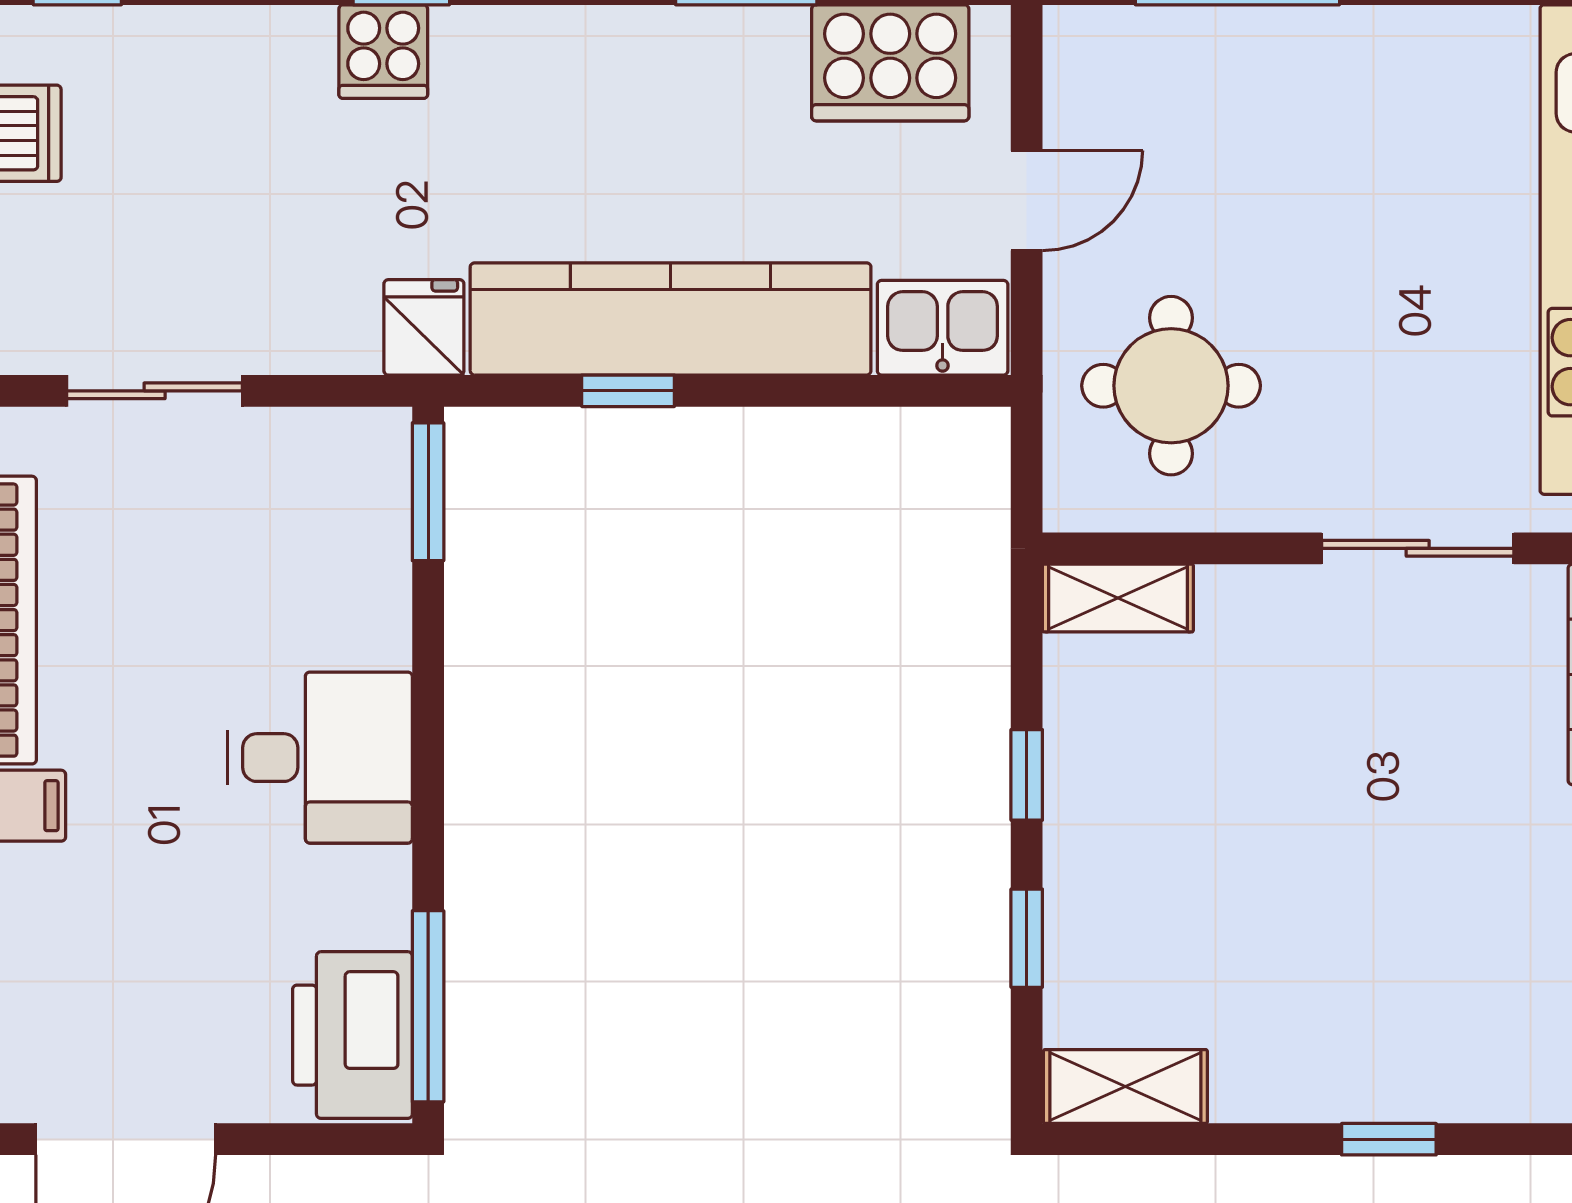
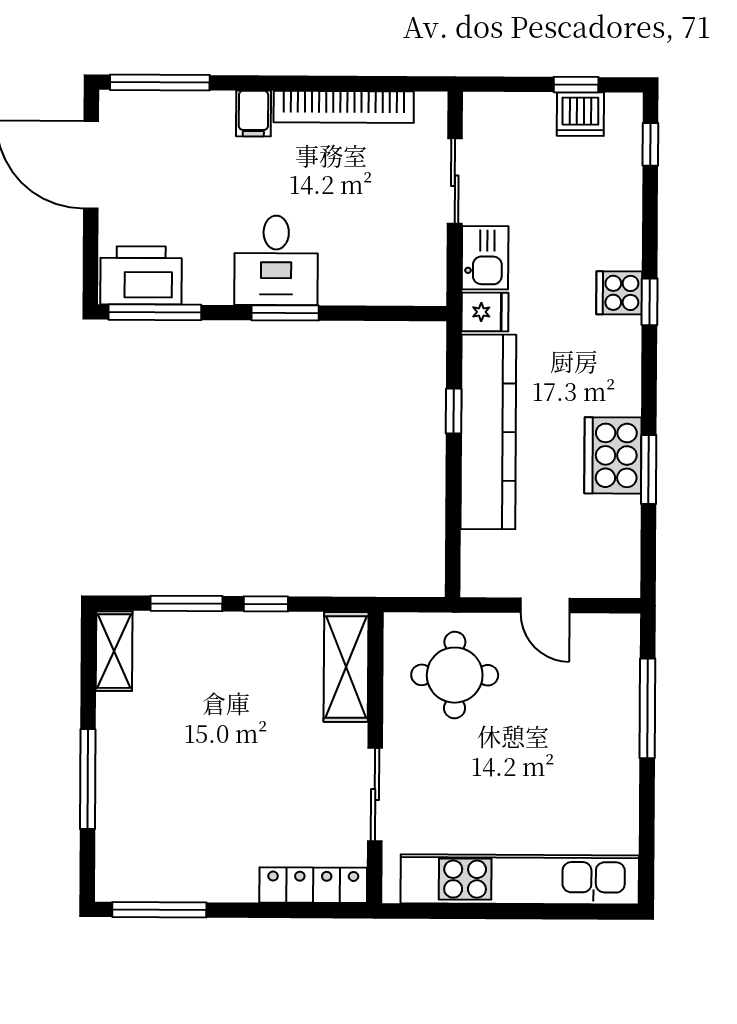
cooker: (890, 63) -> (613, 455), moved
kitchen sink: (943, 328) -> (485, 258), moved
window: (428, 492) -> (285, 313), moved
shelving: (1118, 598) -> (346, 667), width x1.50, depth x1.33
window: (1027, 938) -> (186, 603), width x1.50
window: (1389, 1139) -> (88, 779), width x2.17

